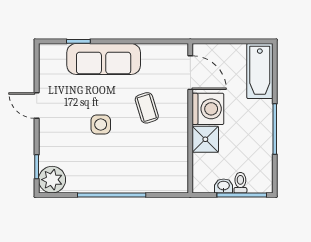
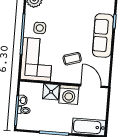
door: (190, 73) -> (91, 86), swing flipped
side table: (101, 125) -> (40, 28), moved
corner sofa: (153, 168) -> (37, 59), added

